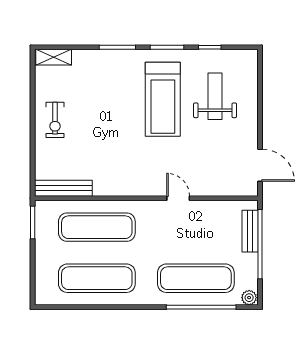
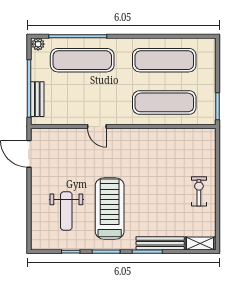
bench: (63, 188) -> (160, 243), moved

